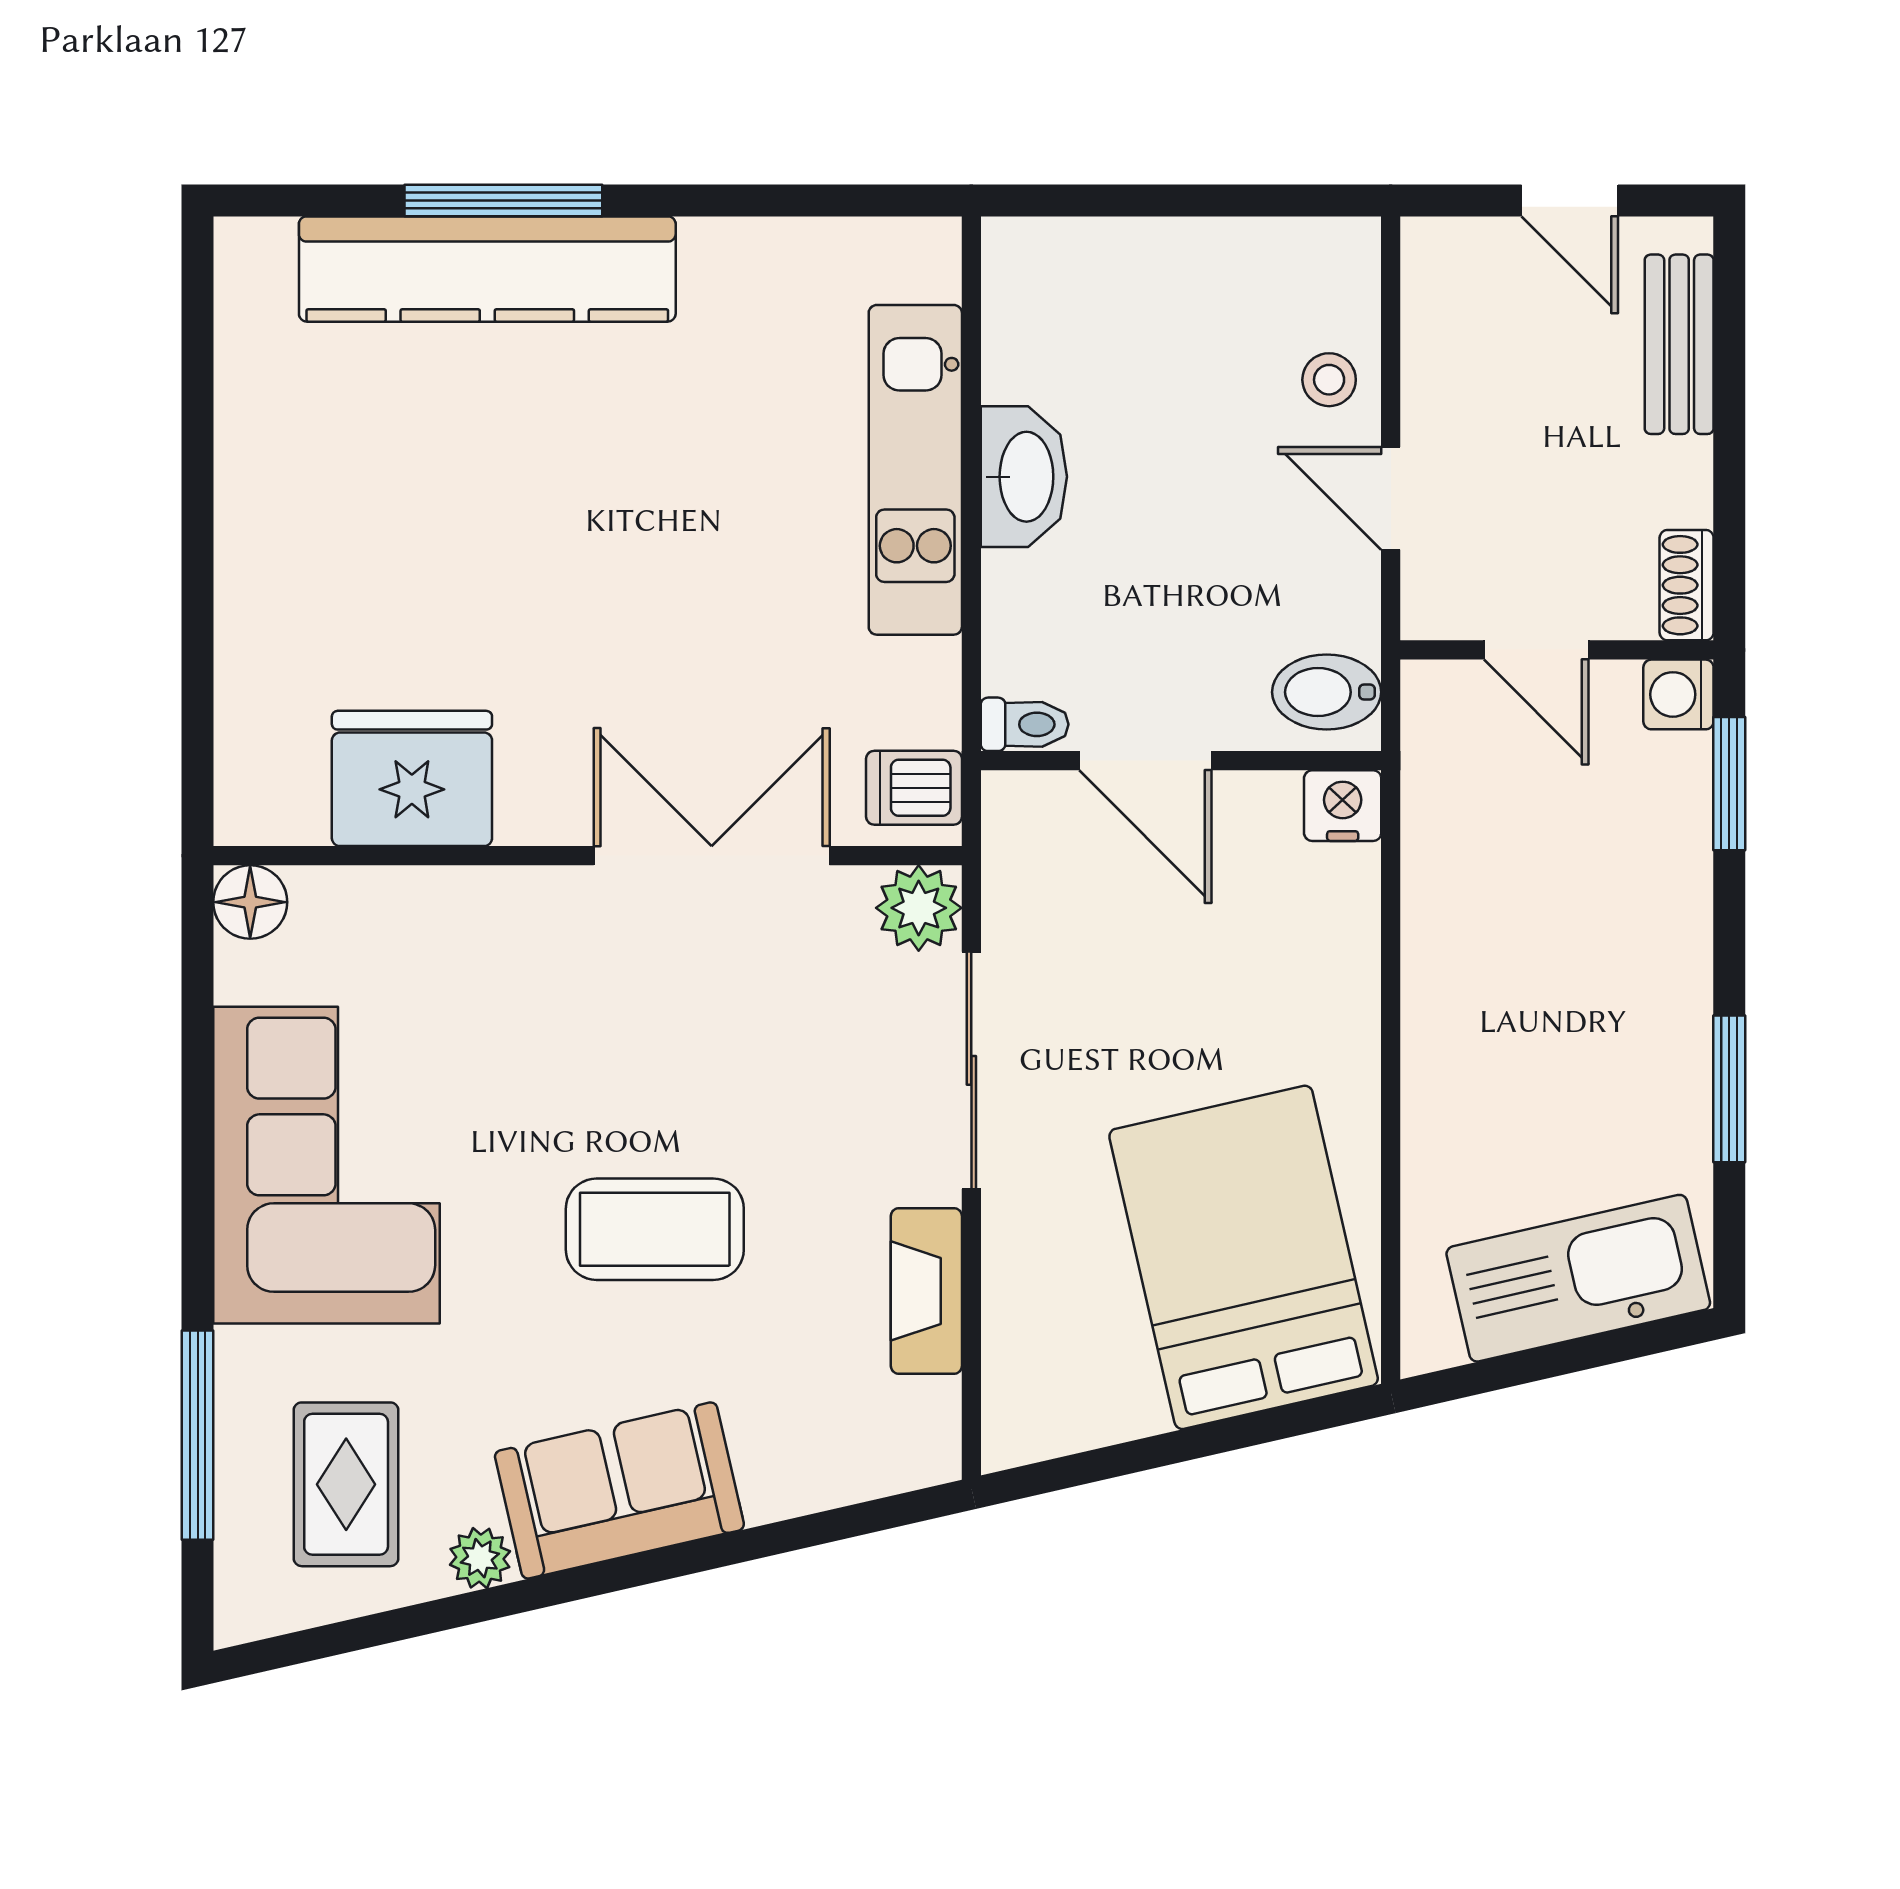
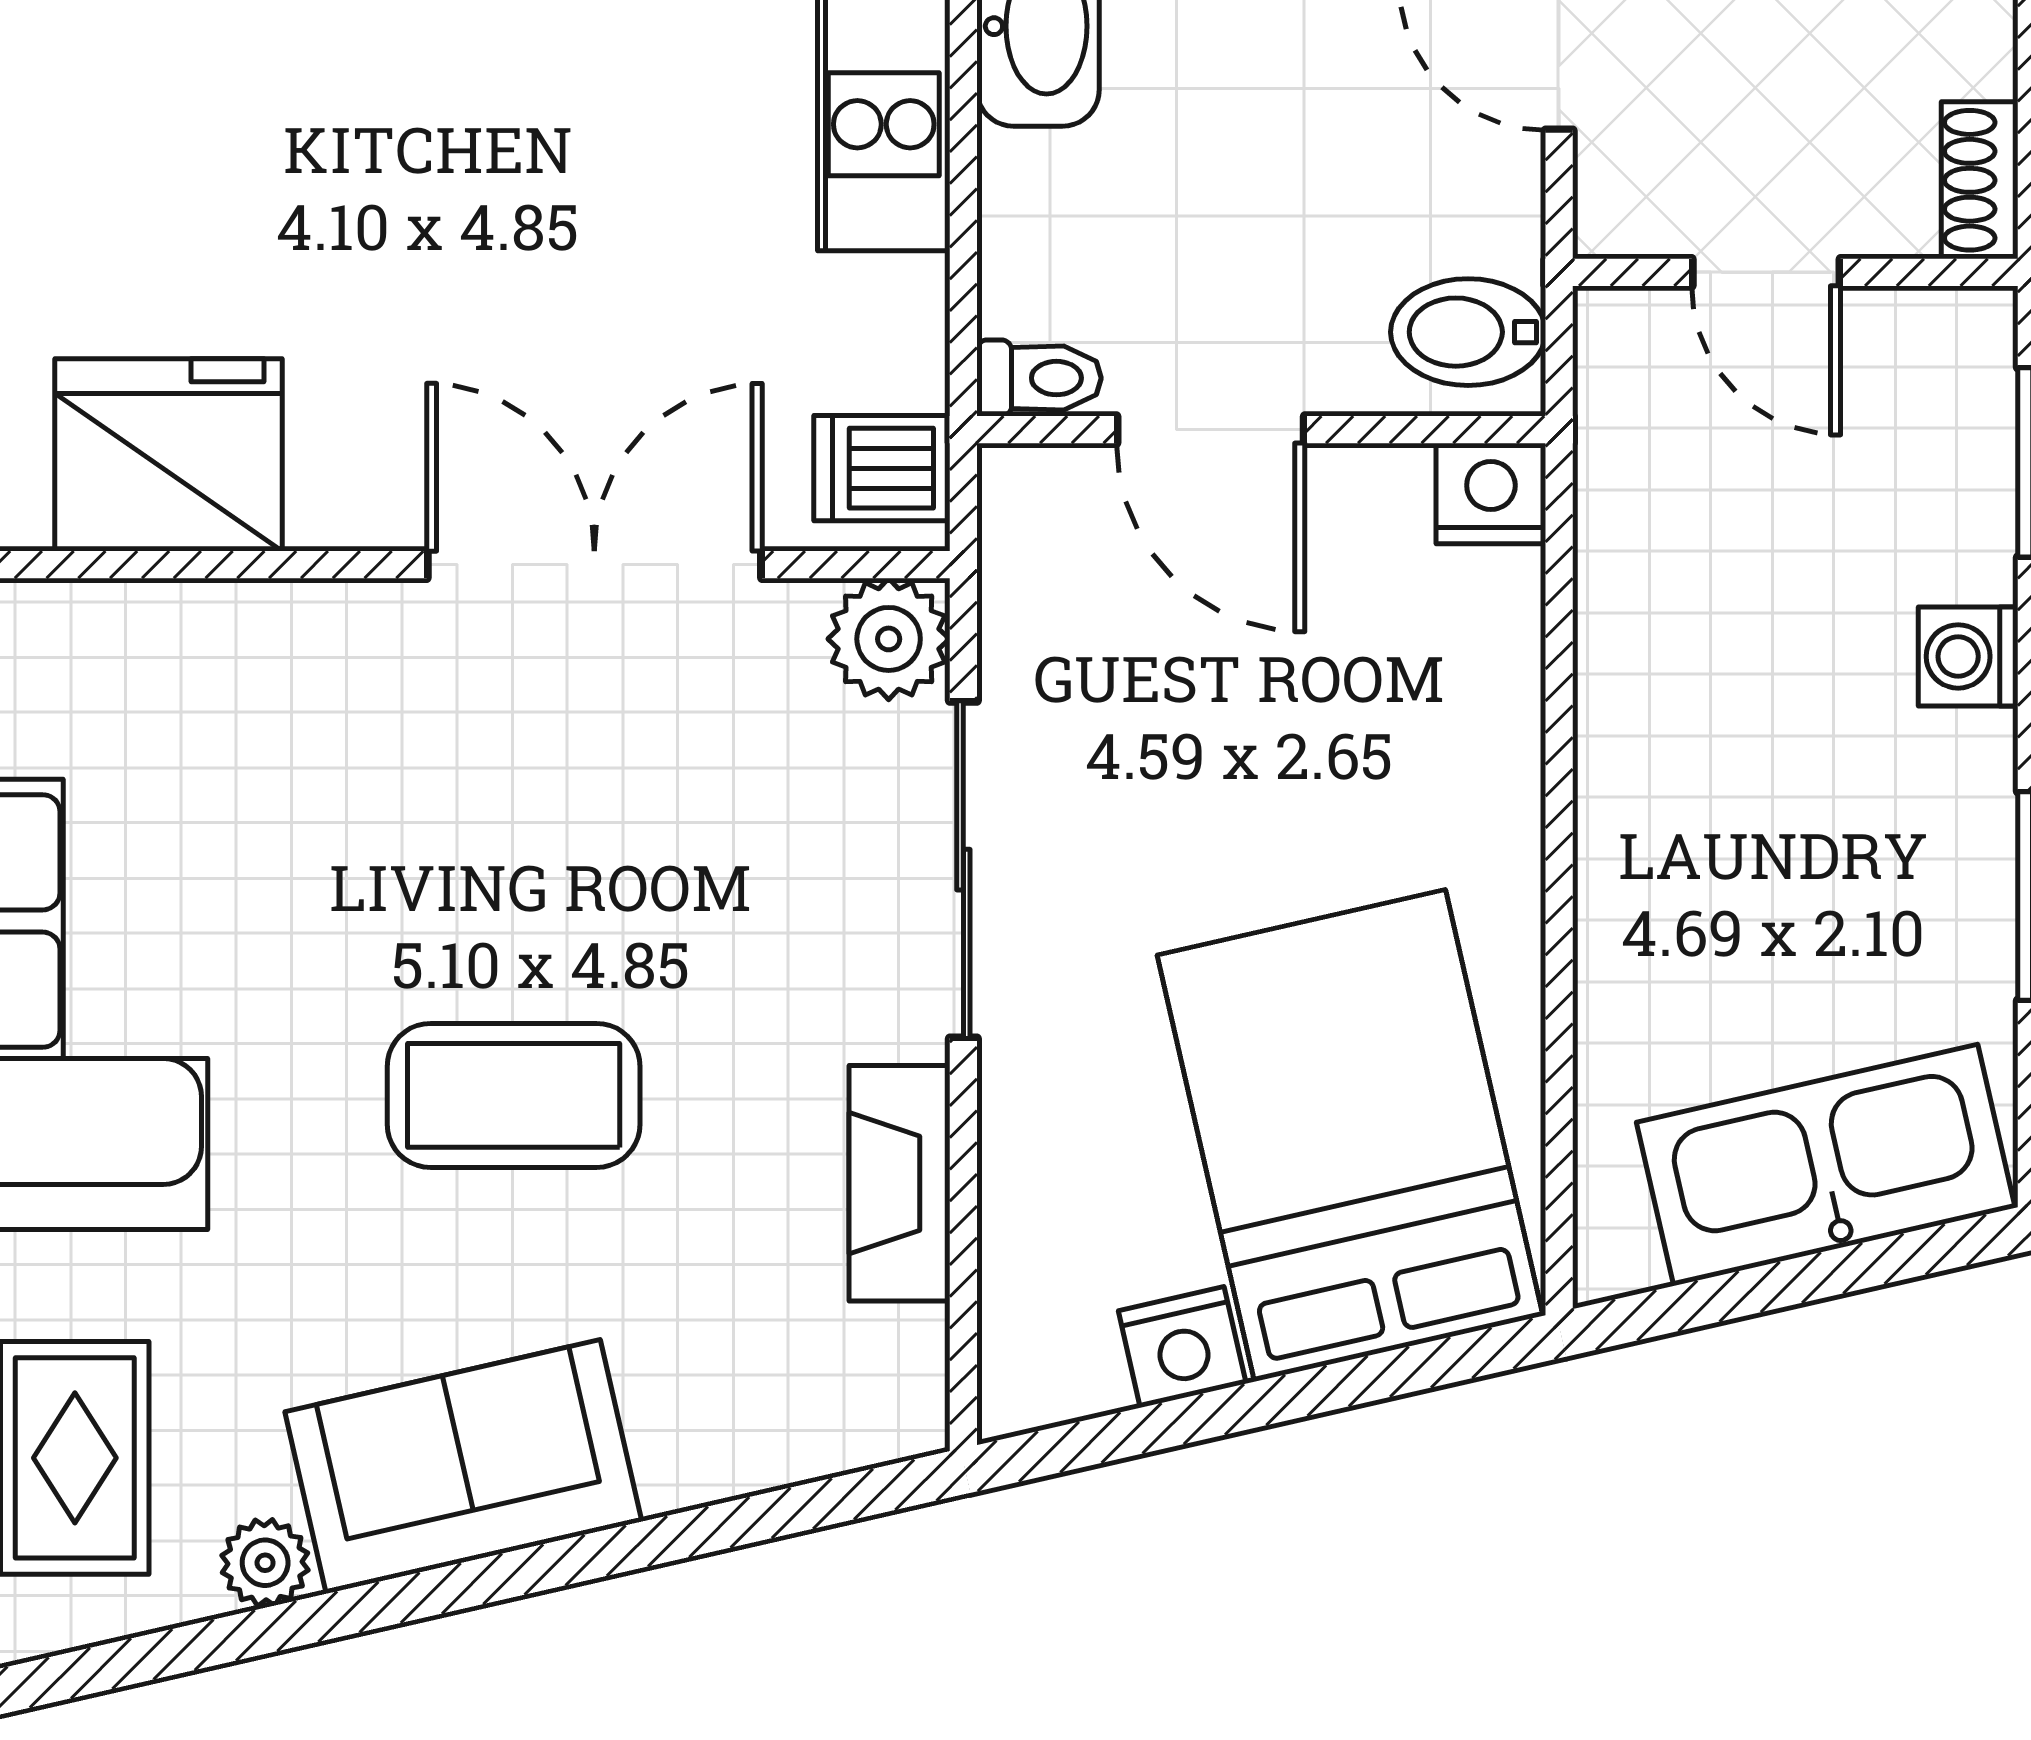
washing machine: (1678, 694) -> (1968, 656), moved
nightstand: (1125, 1406) -> (1182, 1347), added

